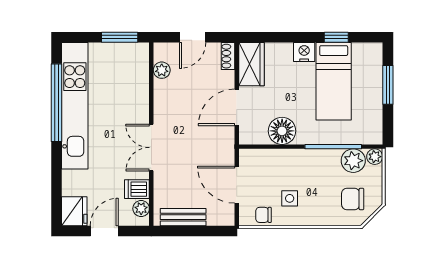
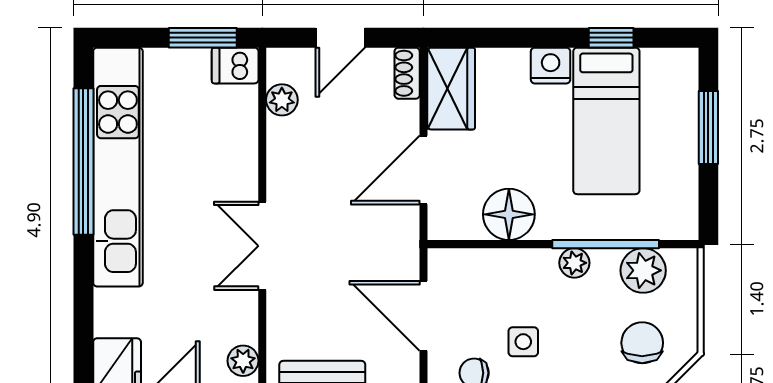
plant: (375, 157) -> (574, 263), moved
dishwasher: (137, 189) -> (235, 66), moved
chair: (353, 199) -> (642, 343), turned 90

